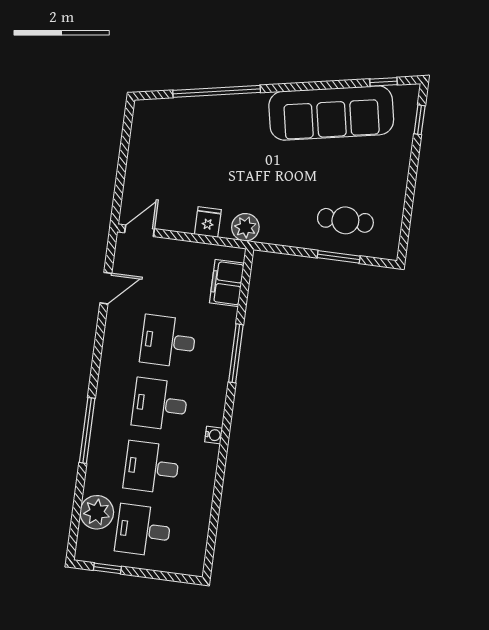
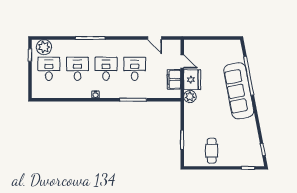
sofa: (331, 113) -> (239, 91), moved
cafe table: (345, 220) -> (212, 151), moved
fridge: (208, 222) -> (192, 80), width x1.88, depth x1.34
door: (139, 231) -> (182, 61), moved
filing cabinet: (227, 283) -> (174, 79), moved, turned -90
plant: (97, 512) -> (44, 47), moved

